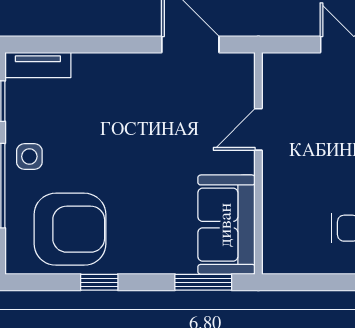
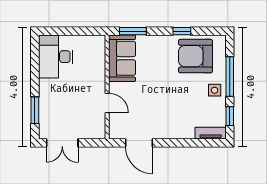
door: (258, 129) -> (107, 103), hinge flipped

